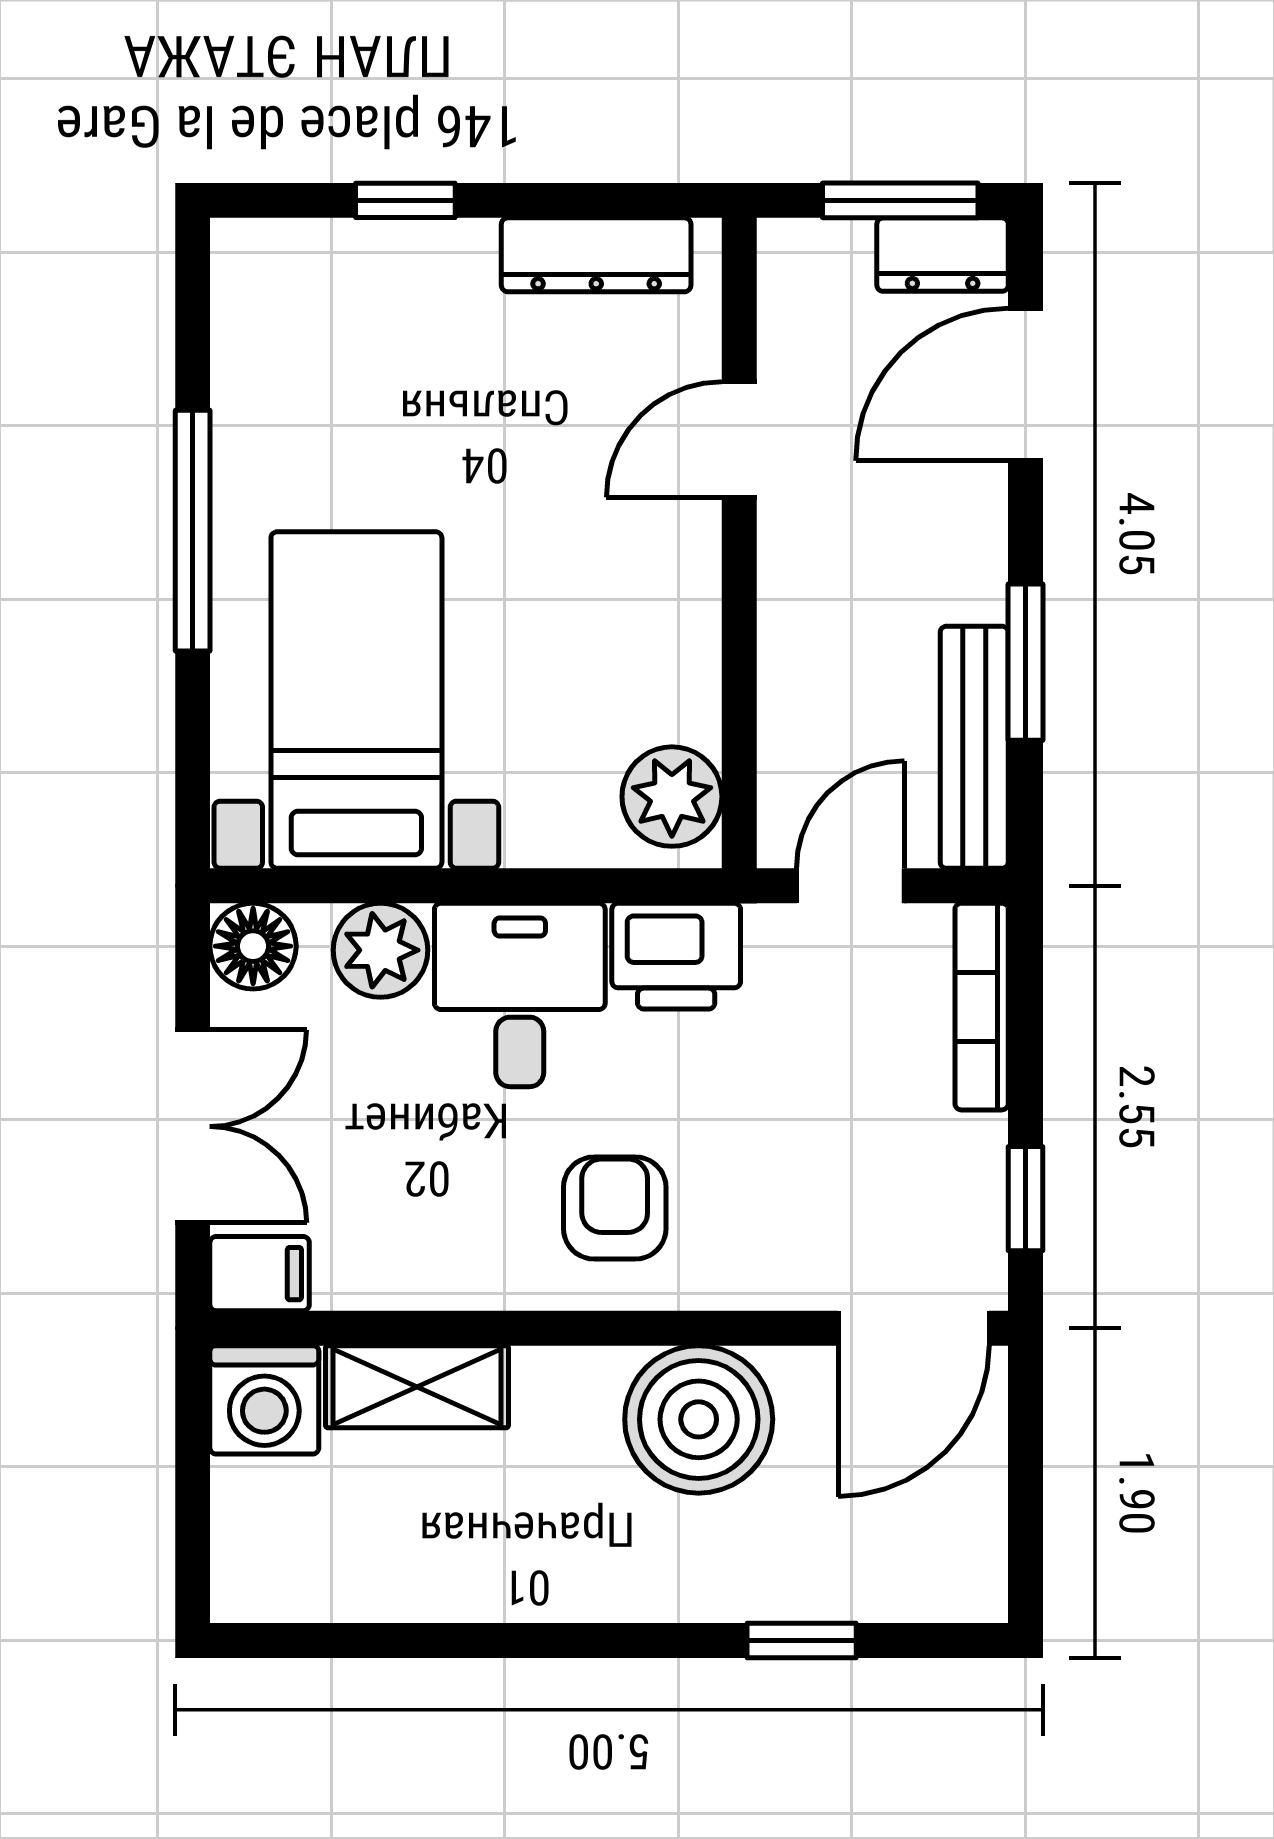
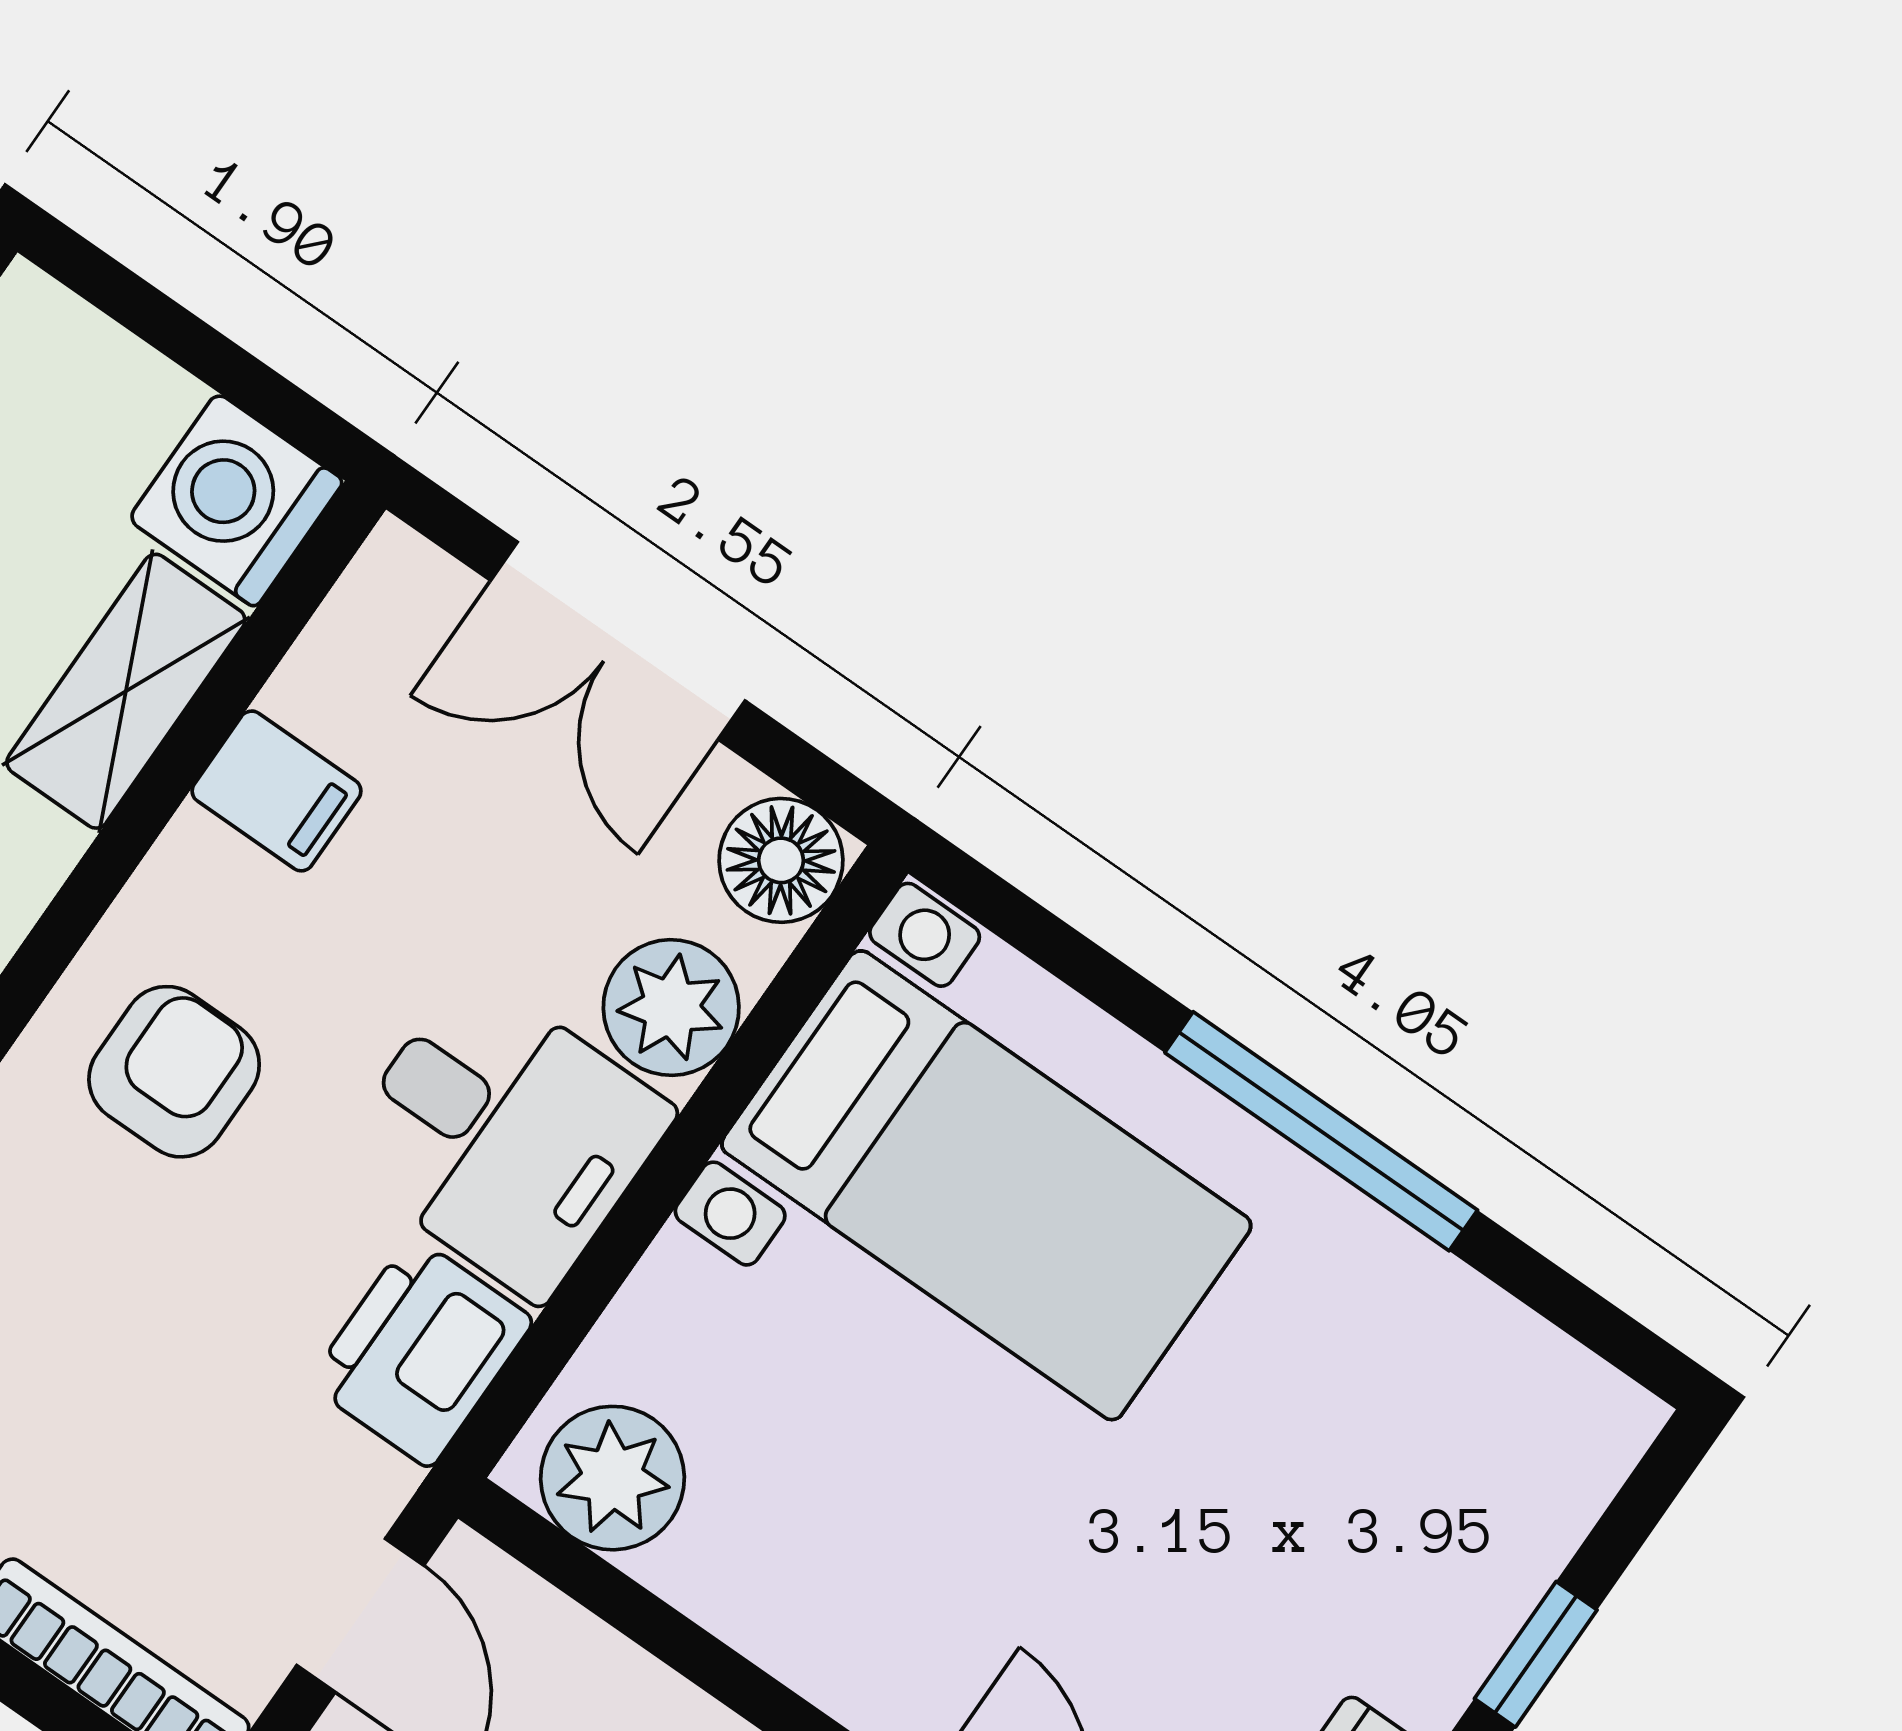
armchair: (615, 1208) -> (174, 1072), turned -90
filing cabinet: (260, 1274) -> (277, 791), moved, turned -90

